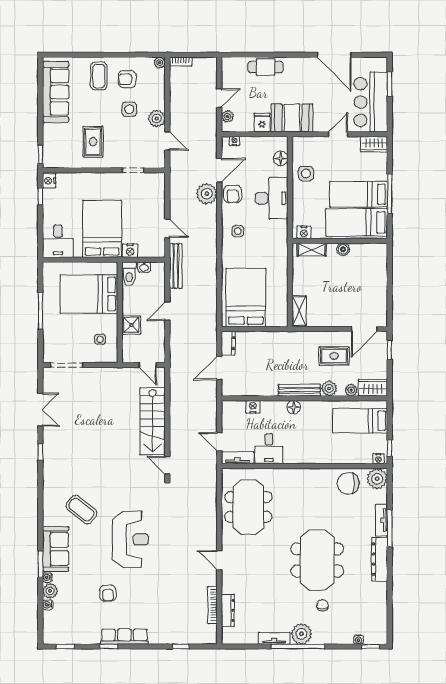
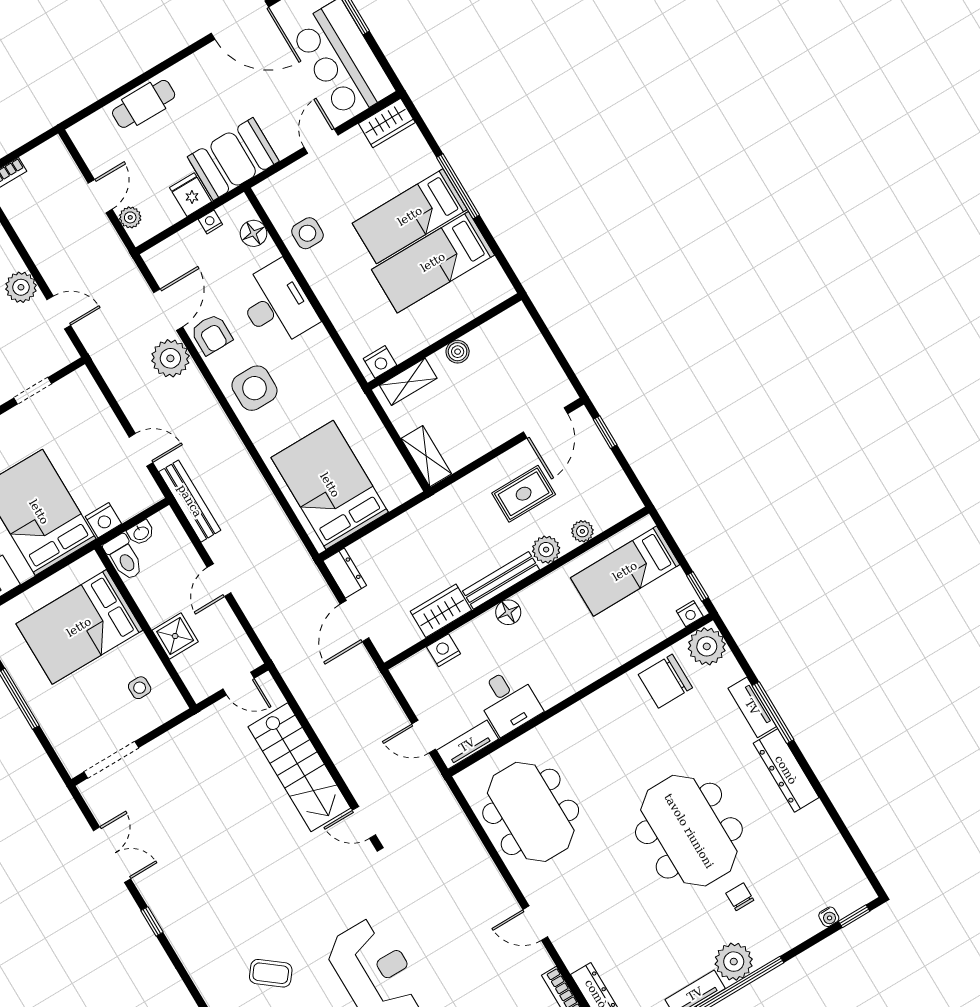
nightstand: (234, 141) -> (210, 222), moved
side table: (238, 231) -> (254, 388), width x1.87, depth x1.87
nightstand: (304, 232) -> (380, 362), moved
wall: (340, 241) -> (445, 341), moved
boiler: (343, 249) -> (458, 352), moved
shelving: (312, 250) -> (408, 382), moved
wardrobe: (373, 388) -> (441, 611), moved
coffee table: (81, 510) -> (271, 973), width x0.73, depth x0.77

